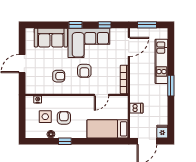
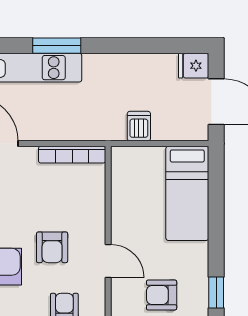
armchair: (84, 71) -> (52, 247), turned 90
window: (171, 86) -> (57, 46), moved
door: (101, 95) -> (108, 261), moved

